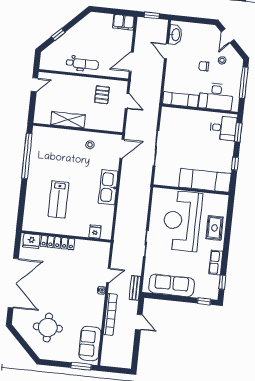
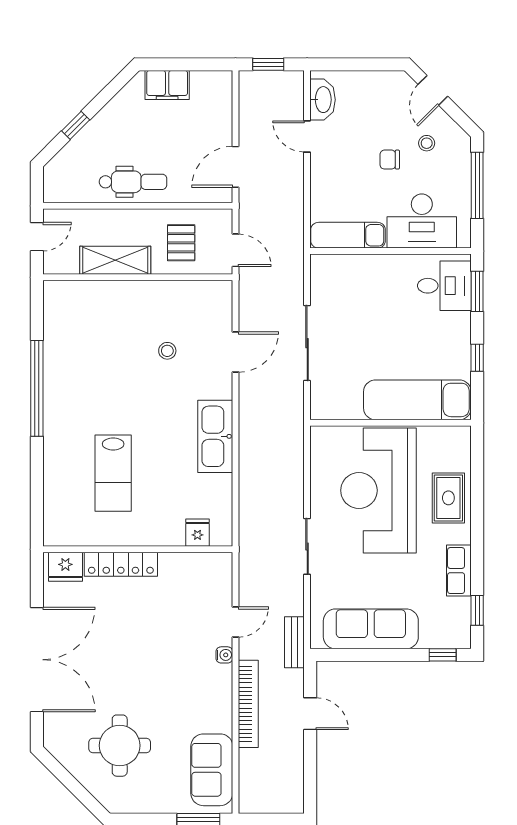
filing cabinet: (124, 22) -> (167, 85), moved
shelving: (68, 120) -> (115, 260), moved
wall: (78, 129) -> (138, 277), moved

